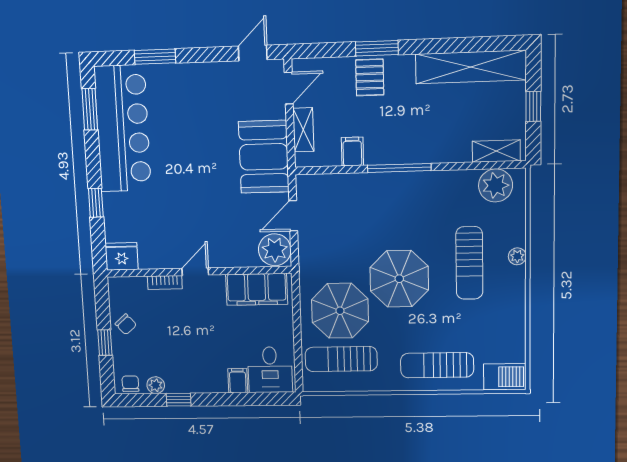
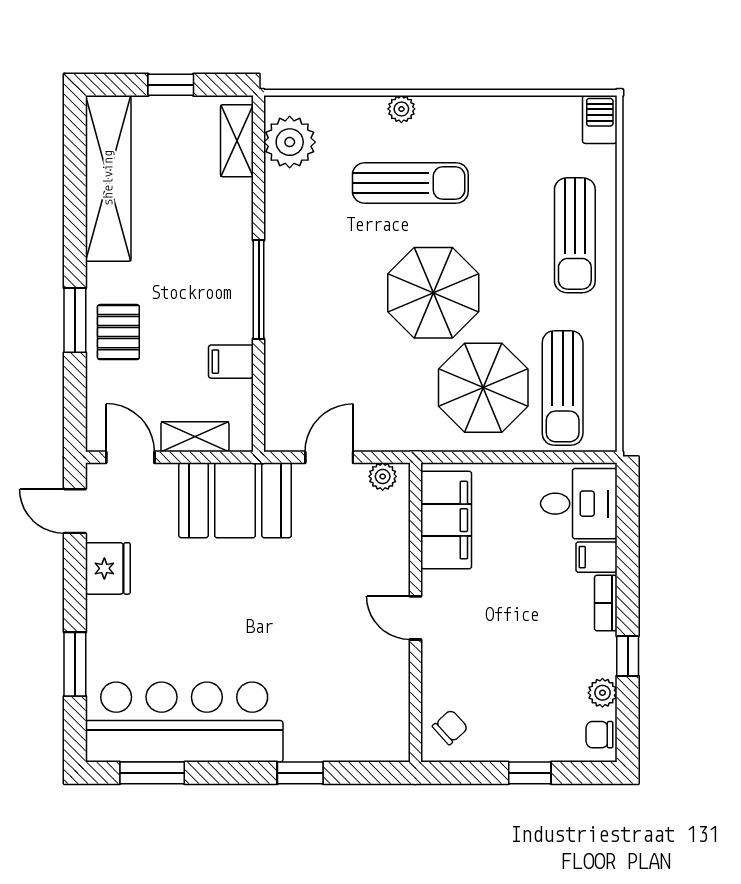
pallet: (370, 77) -> (118, 332), turned 90
door: (293, 216) -> (329, 457), swing flipped
plant: (275, 250) -> (383, 476), width x0.53, depth x0.53
fridge: (122, 256) -> (108, 568), moved, turned 180
bookcase: (165, 282) -> (606, 603), moved, turned 180
chair: (126, 324) -> (450, 727), moved
barbecue: (505, 377) -> (600, 119), width x0.73, depth x0.79

